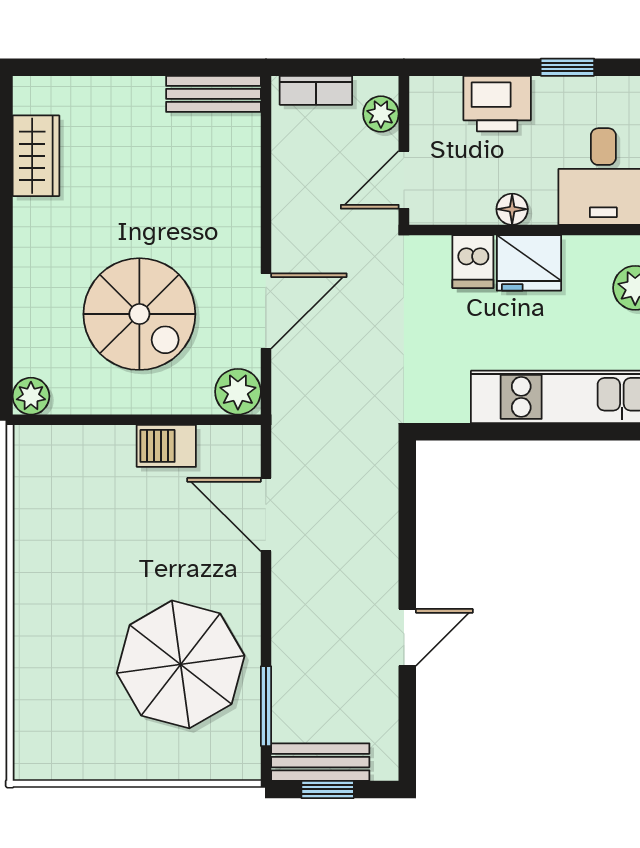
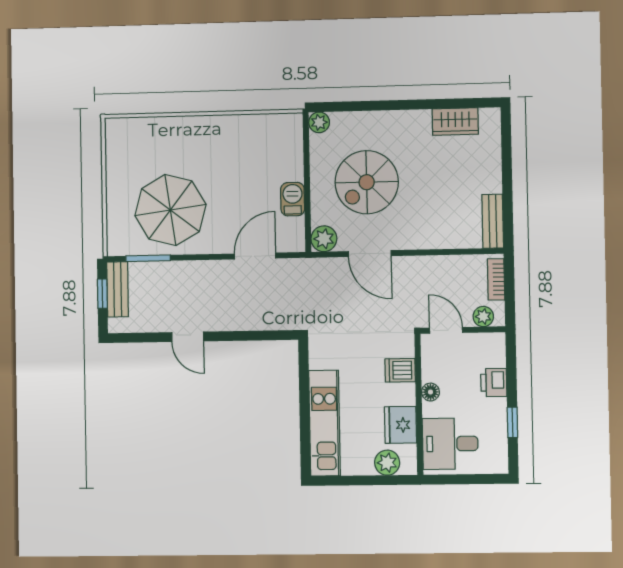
printer: (497, 104) -> (494, 383), width x0.73, depth x0.81
fridge: (529, 263) -> (401, 425), moved

